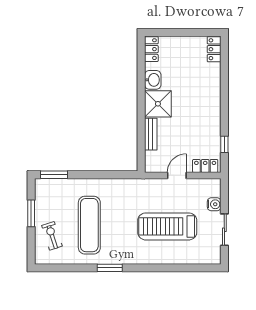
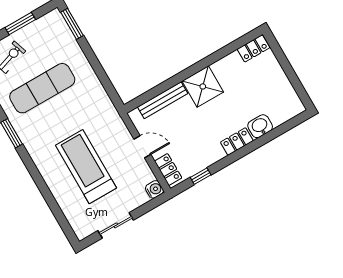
locker: (214, 49) -> (237, 141), moved
washbasin: (153, 80) -> (260, 126), moved, turned 180
bench: (151, 134) -> (163, 100), width x1.36
water cooler: (214, 204) -> (154, 189), moved, turned -90

